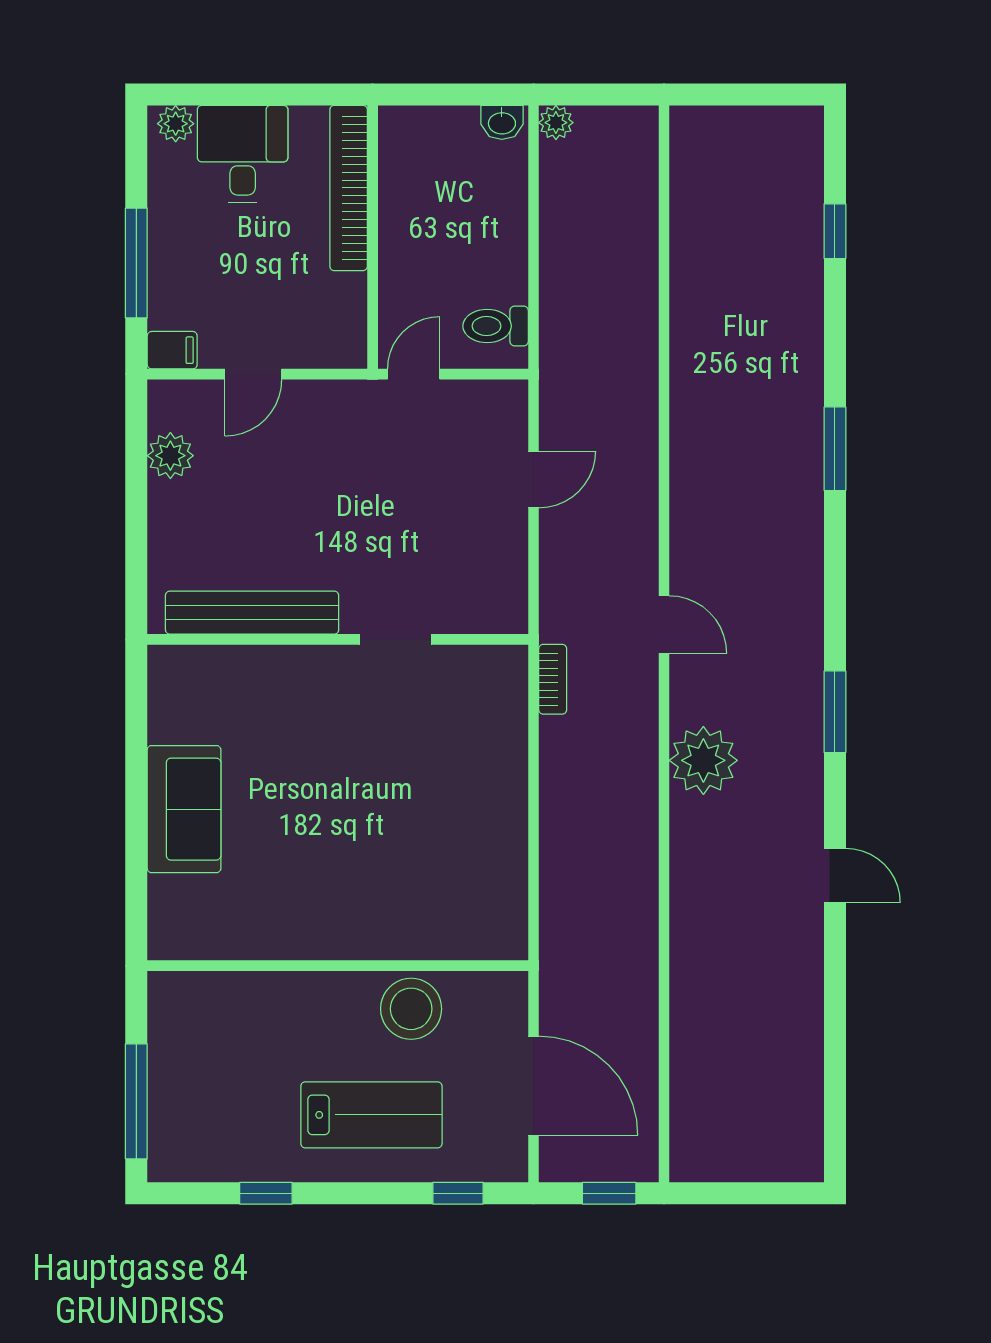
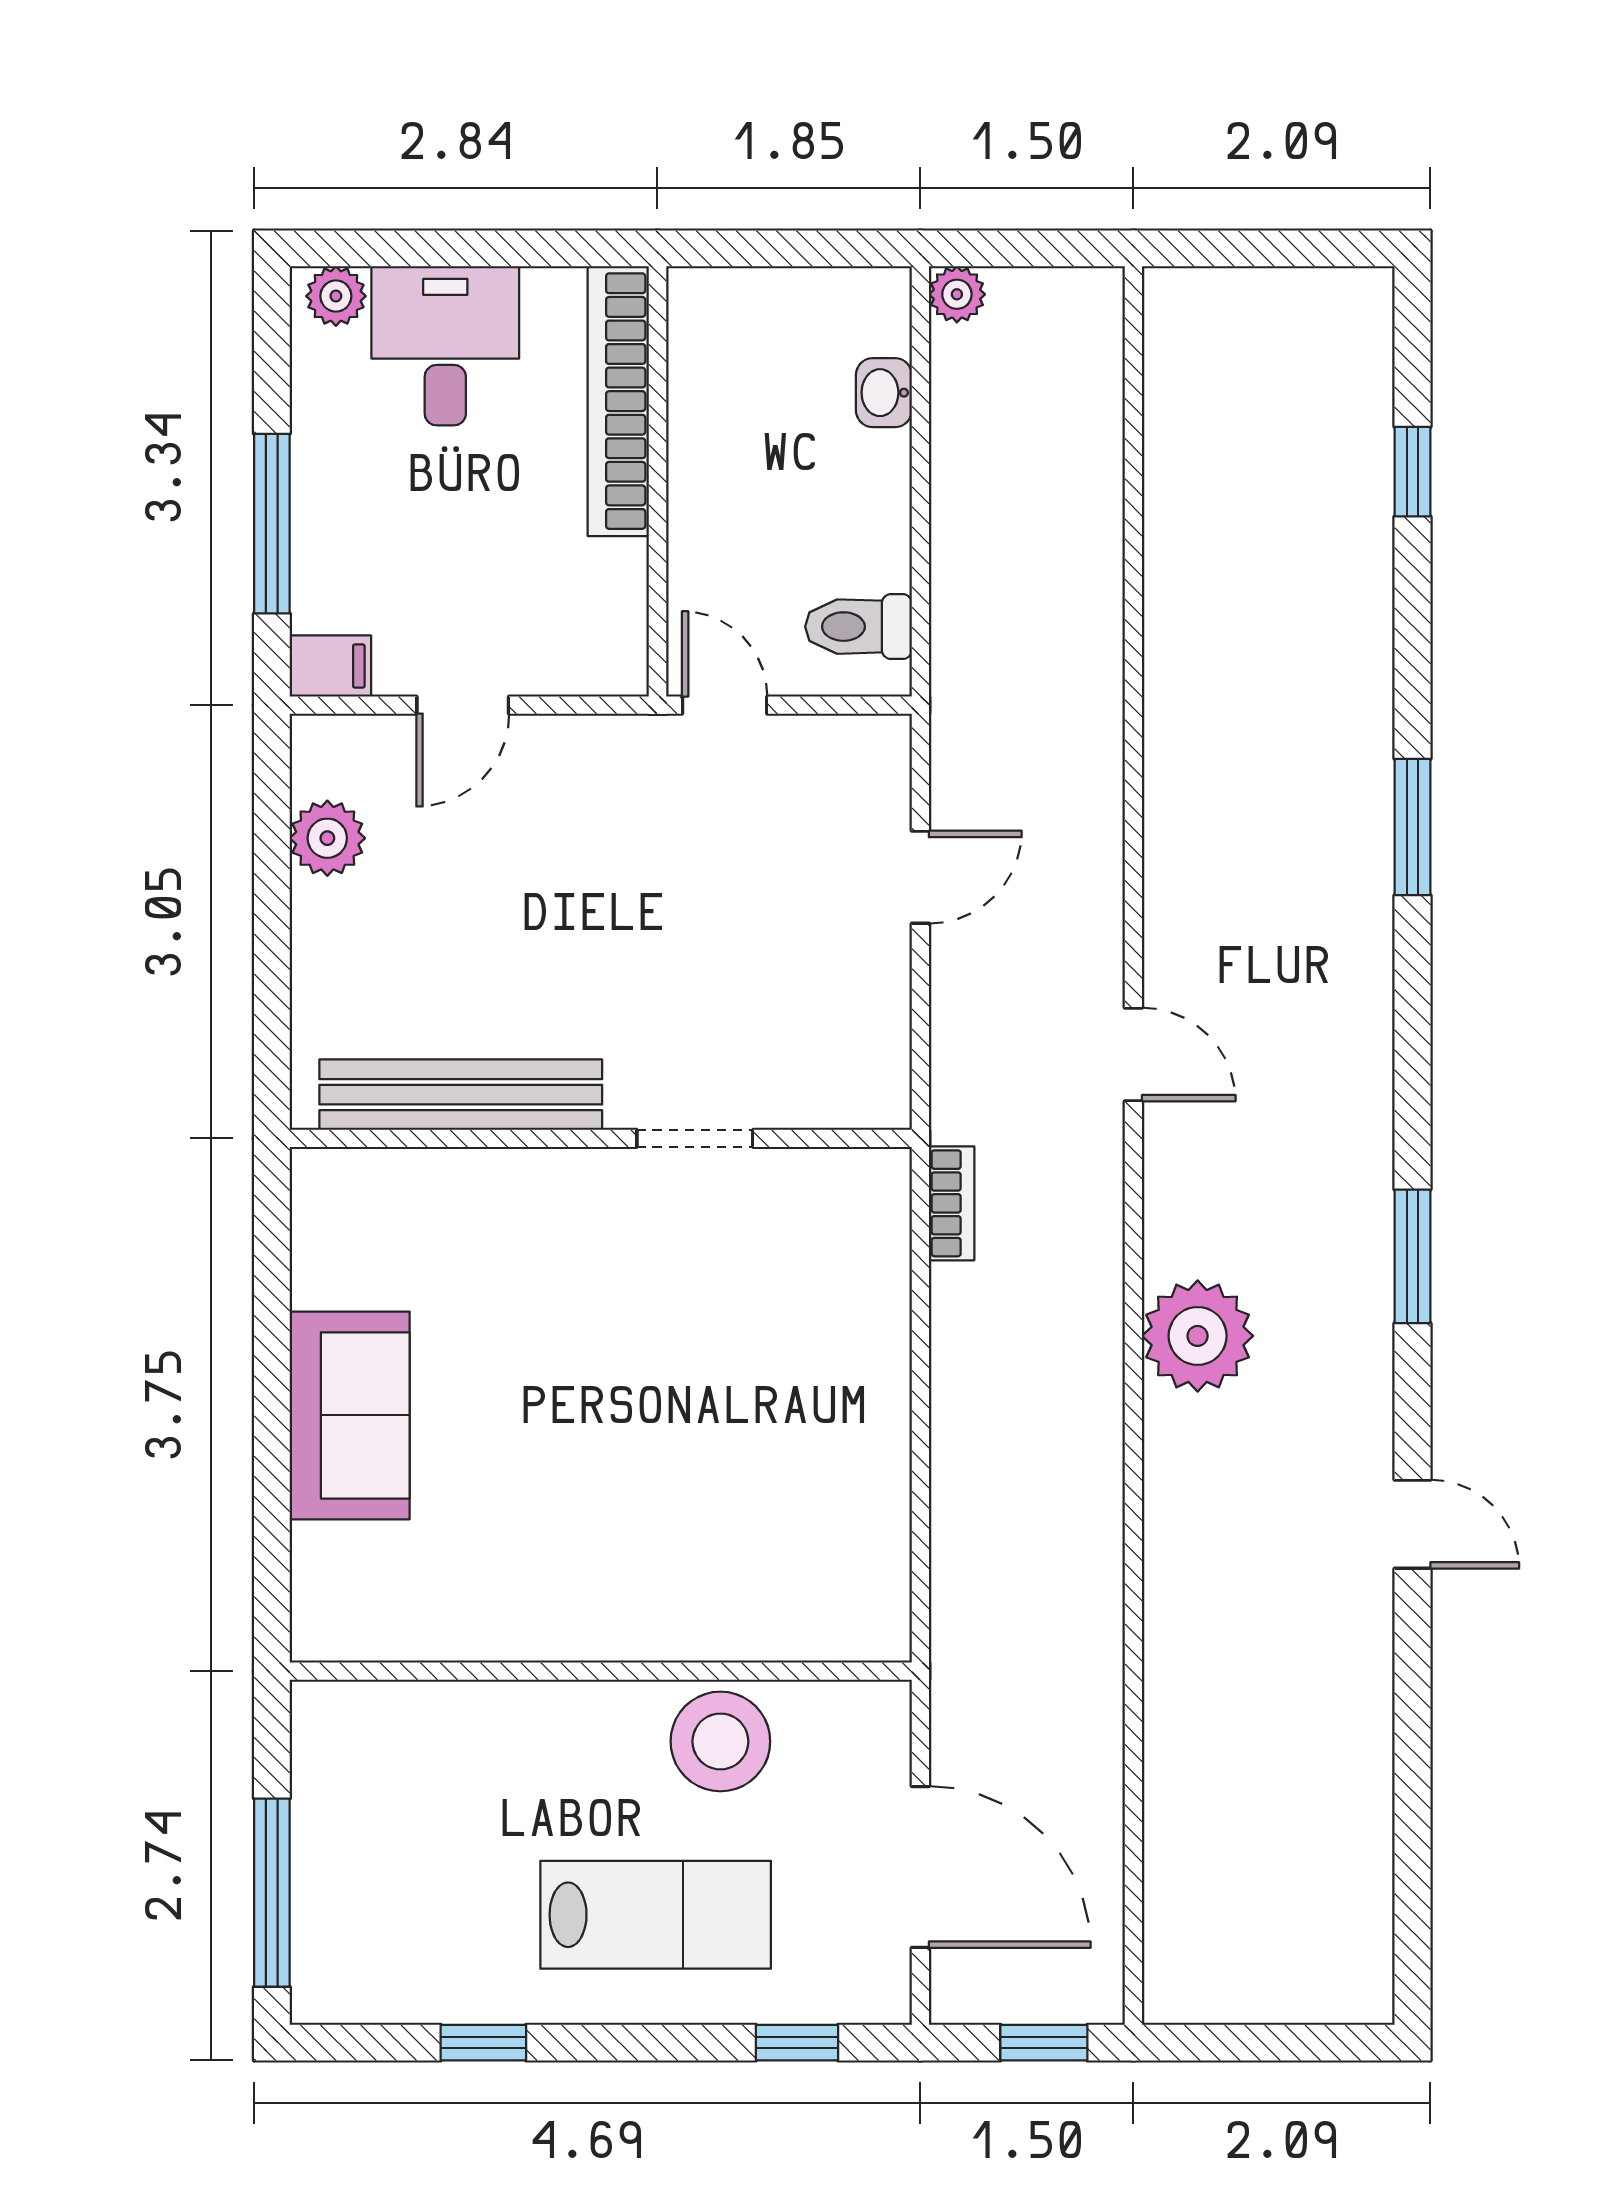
washbasin: (502, 122) -> (884, 393), moved, turned 90
door: (414, 374) -> (725, 705), hinge flipped
door: (664, 624) -> (1133, 1054), moved

